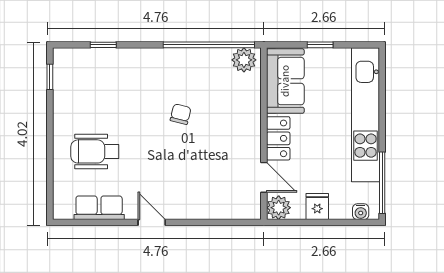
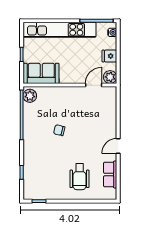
locker: (278, 138) -> (72, 77), removed

